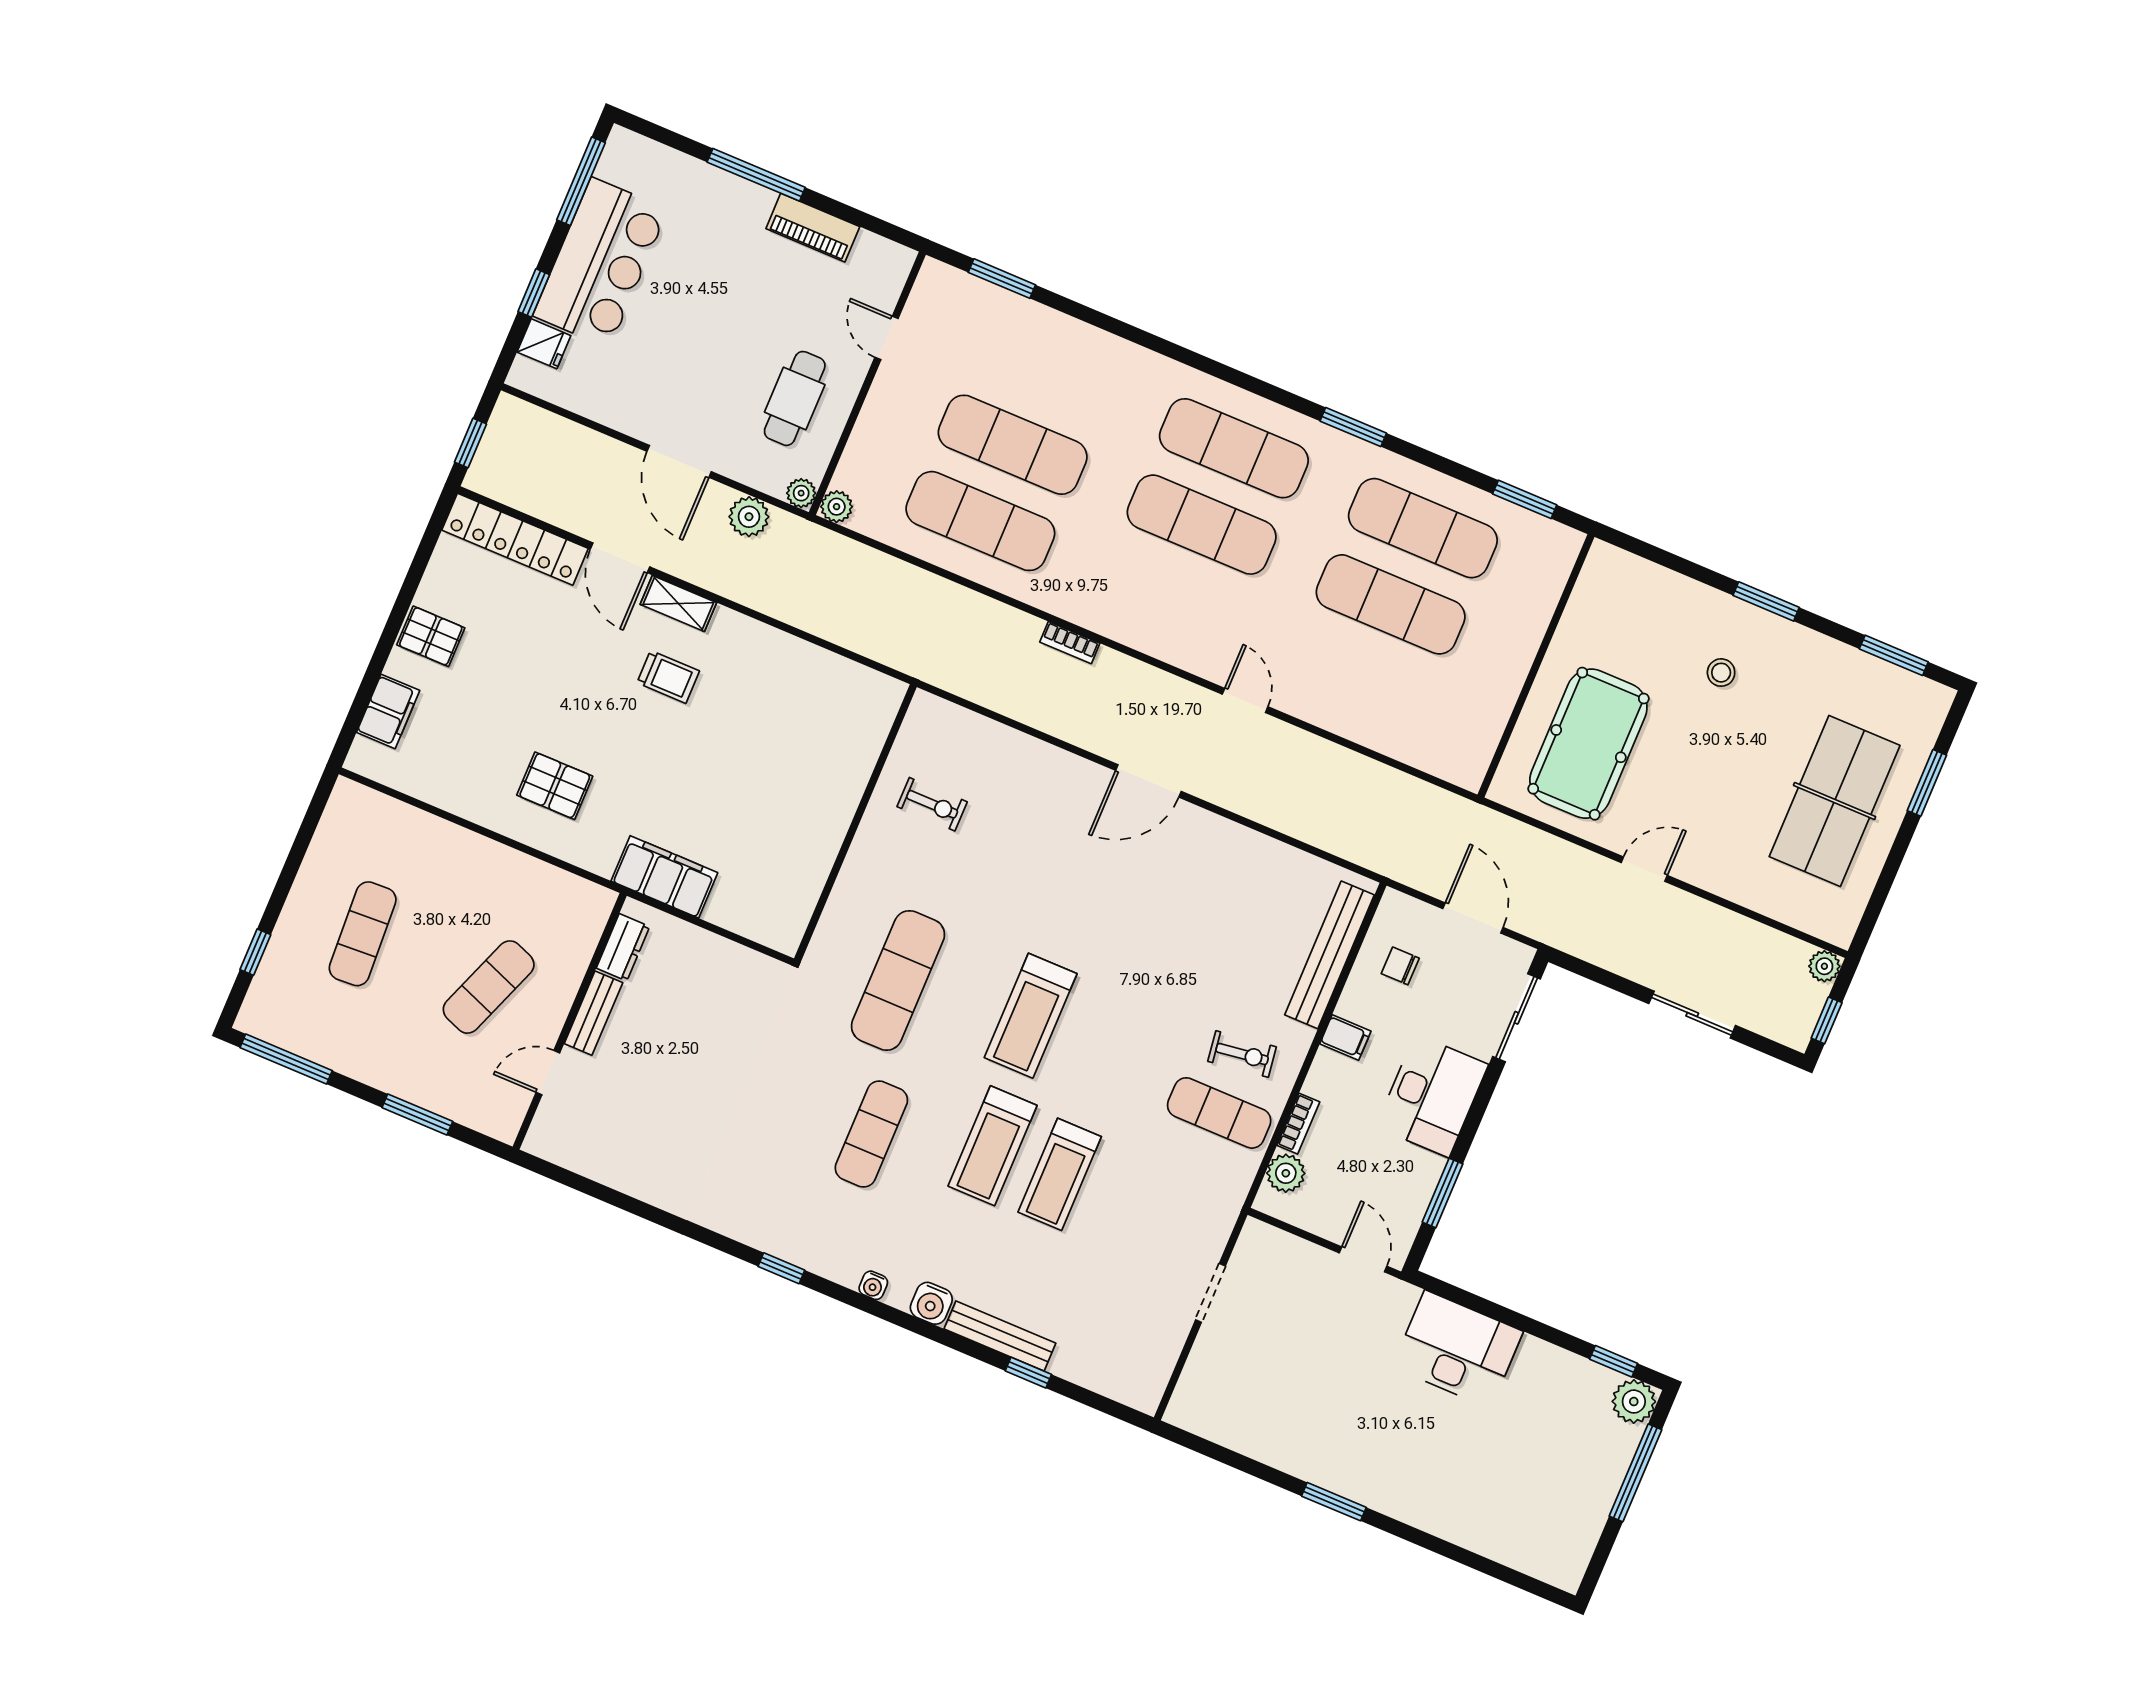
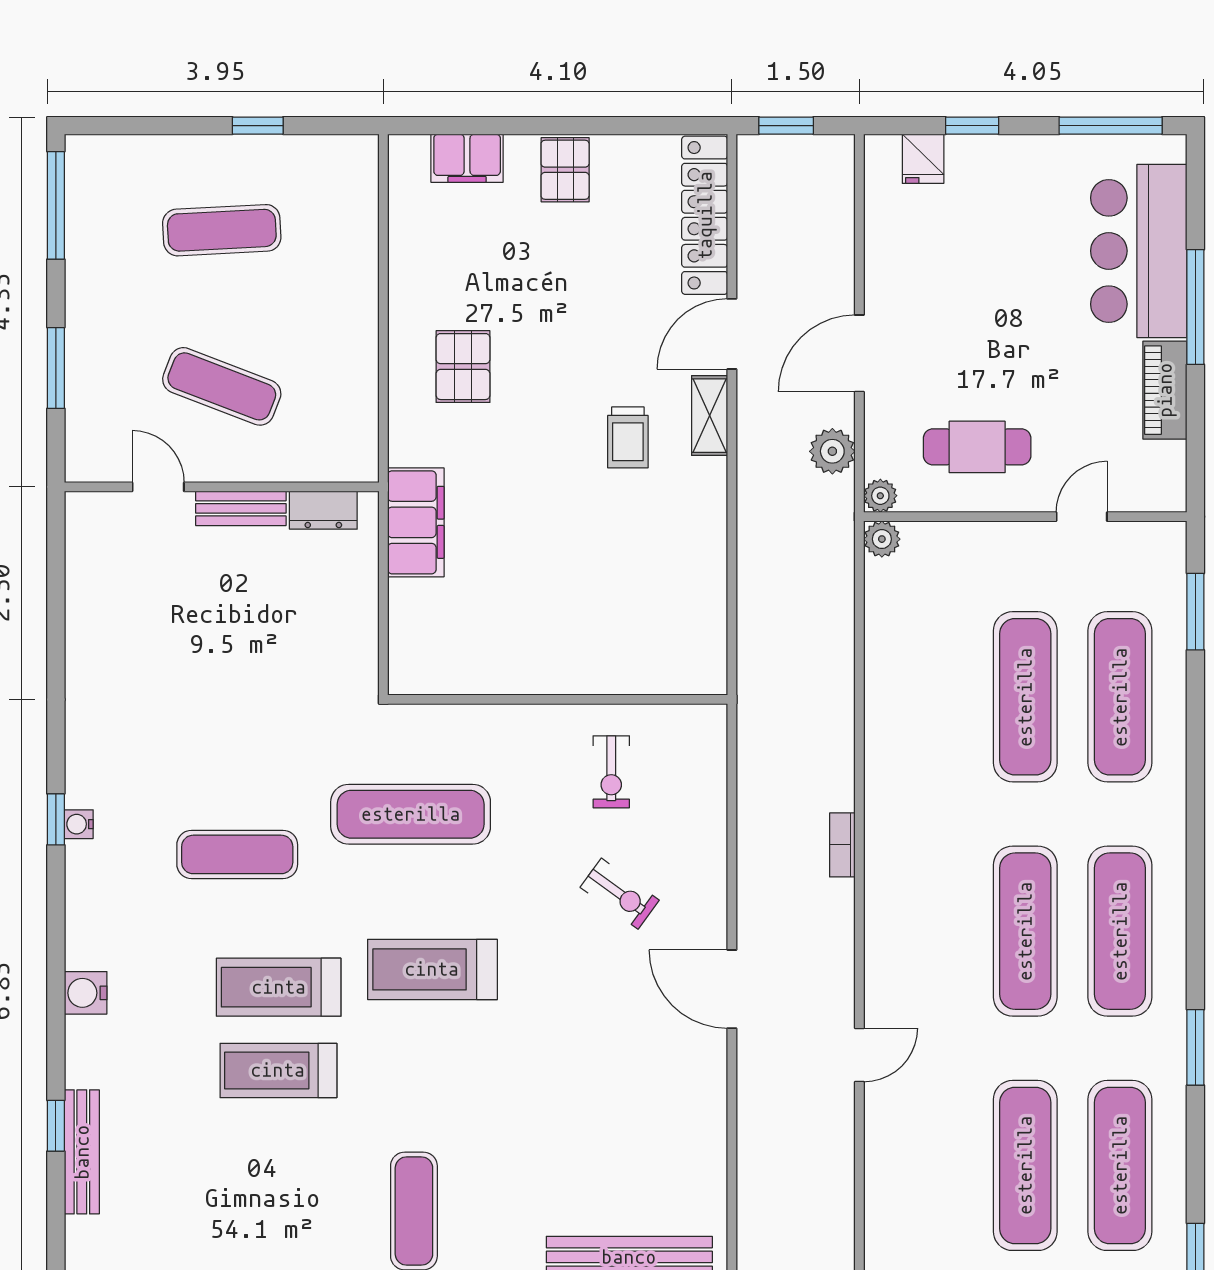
bar counter: (600, 263) -> (1139, 251), moved, turned 90
exercise mat: (980, 521) -> (1120, 697), moved
window: (255, 952) -> (258, 126), moved
exercise bike: (1242, 1054) -> (620, 894), moved, turned -46
water cooler: (873, 1285) -> (79, 824), moved
bench: (1000, 1336) -> (82, 1152), moved

